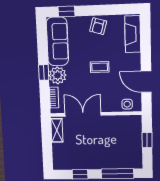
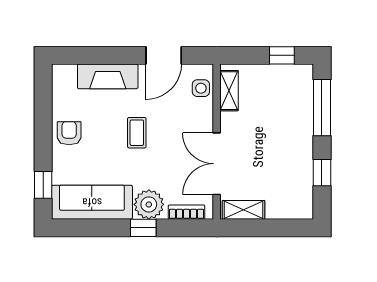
armchair: (98, 26) -> (69, 133), turned -106
fireplace: (133, 34) -> (108, 76), moved
shelving: (126, 120) -> (229, 91), added
window: (147, 140) -> (282, 55), moved

